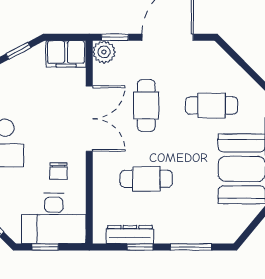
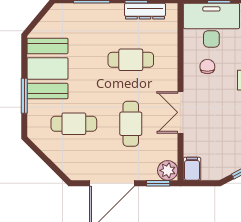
filing cabinet: (66, 54) -> (192, 169), width x0.50
double door: (89, 119) -> (180, 112), width x0.73

